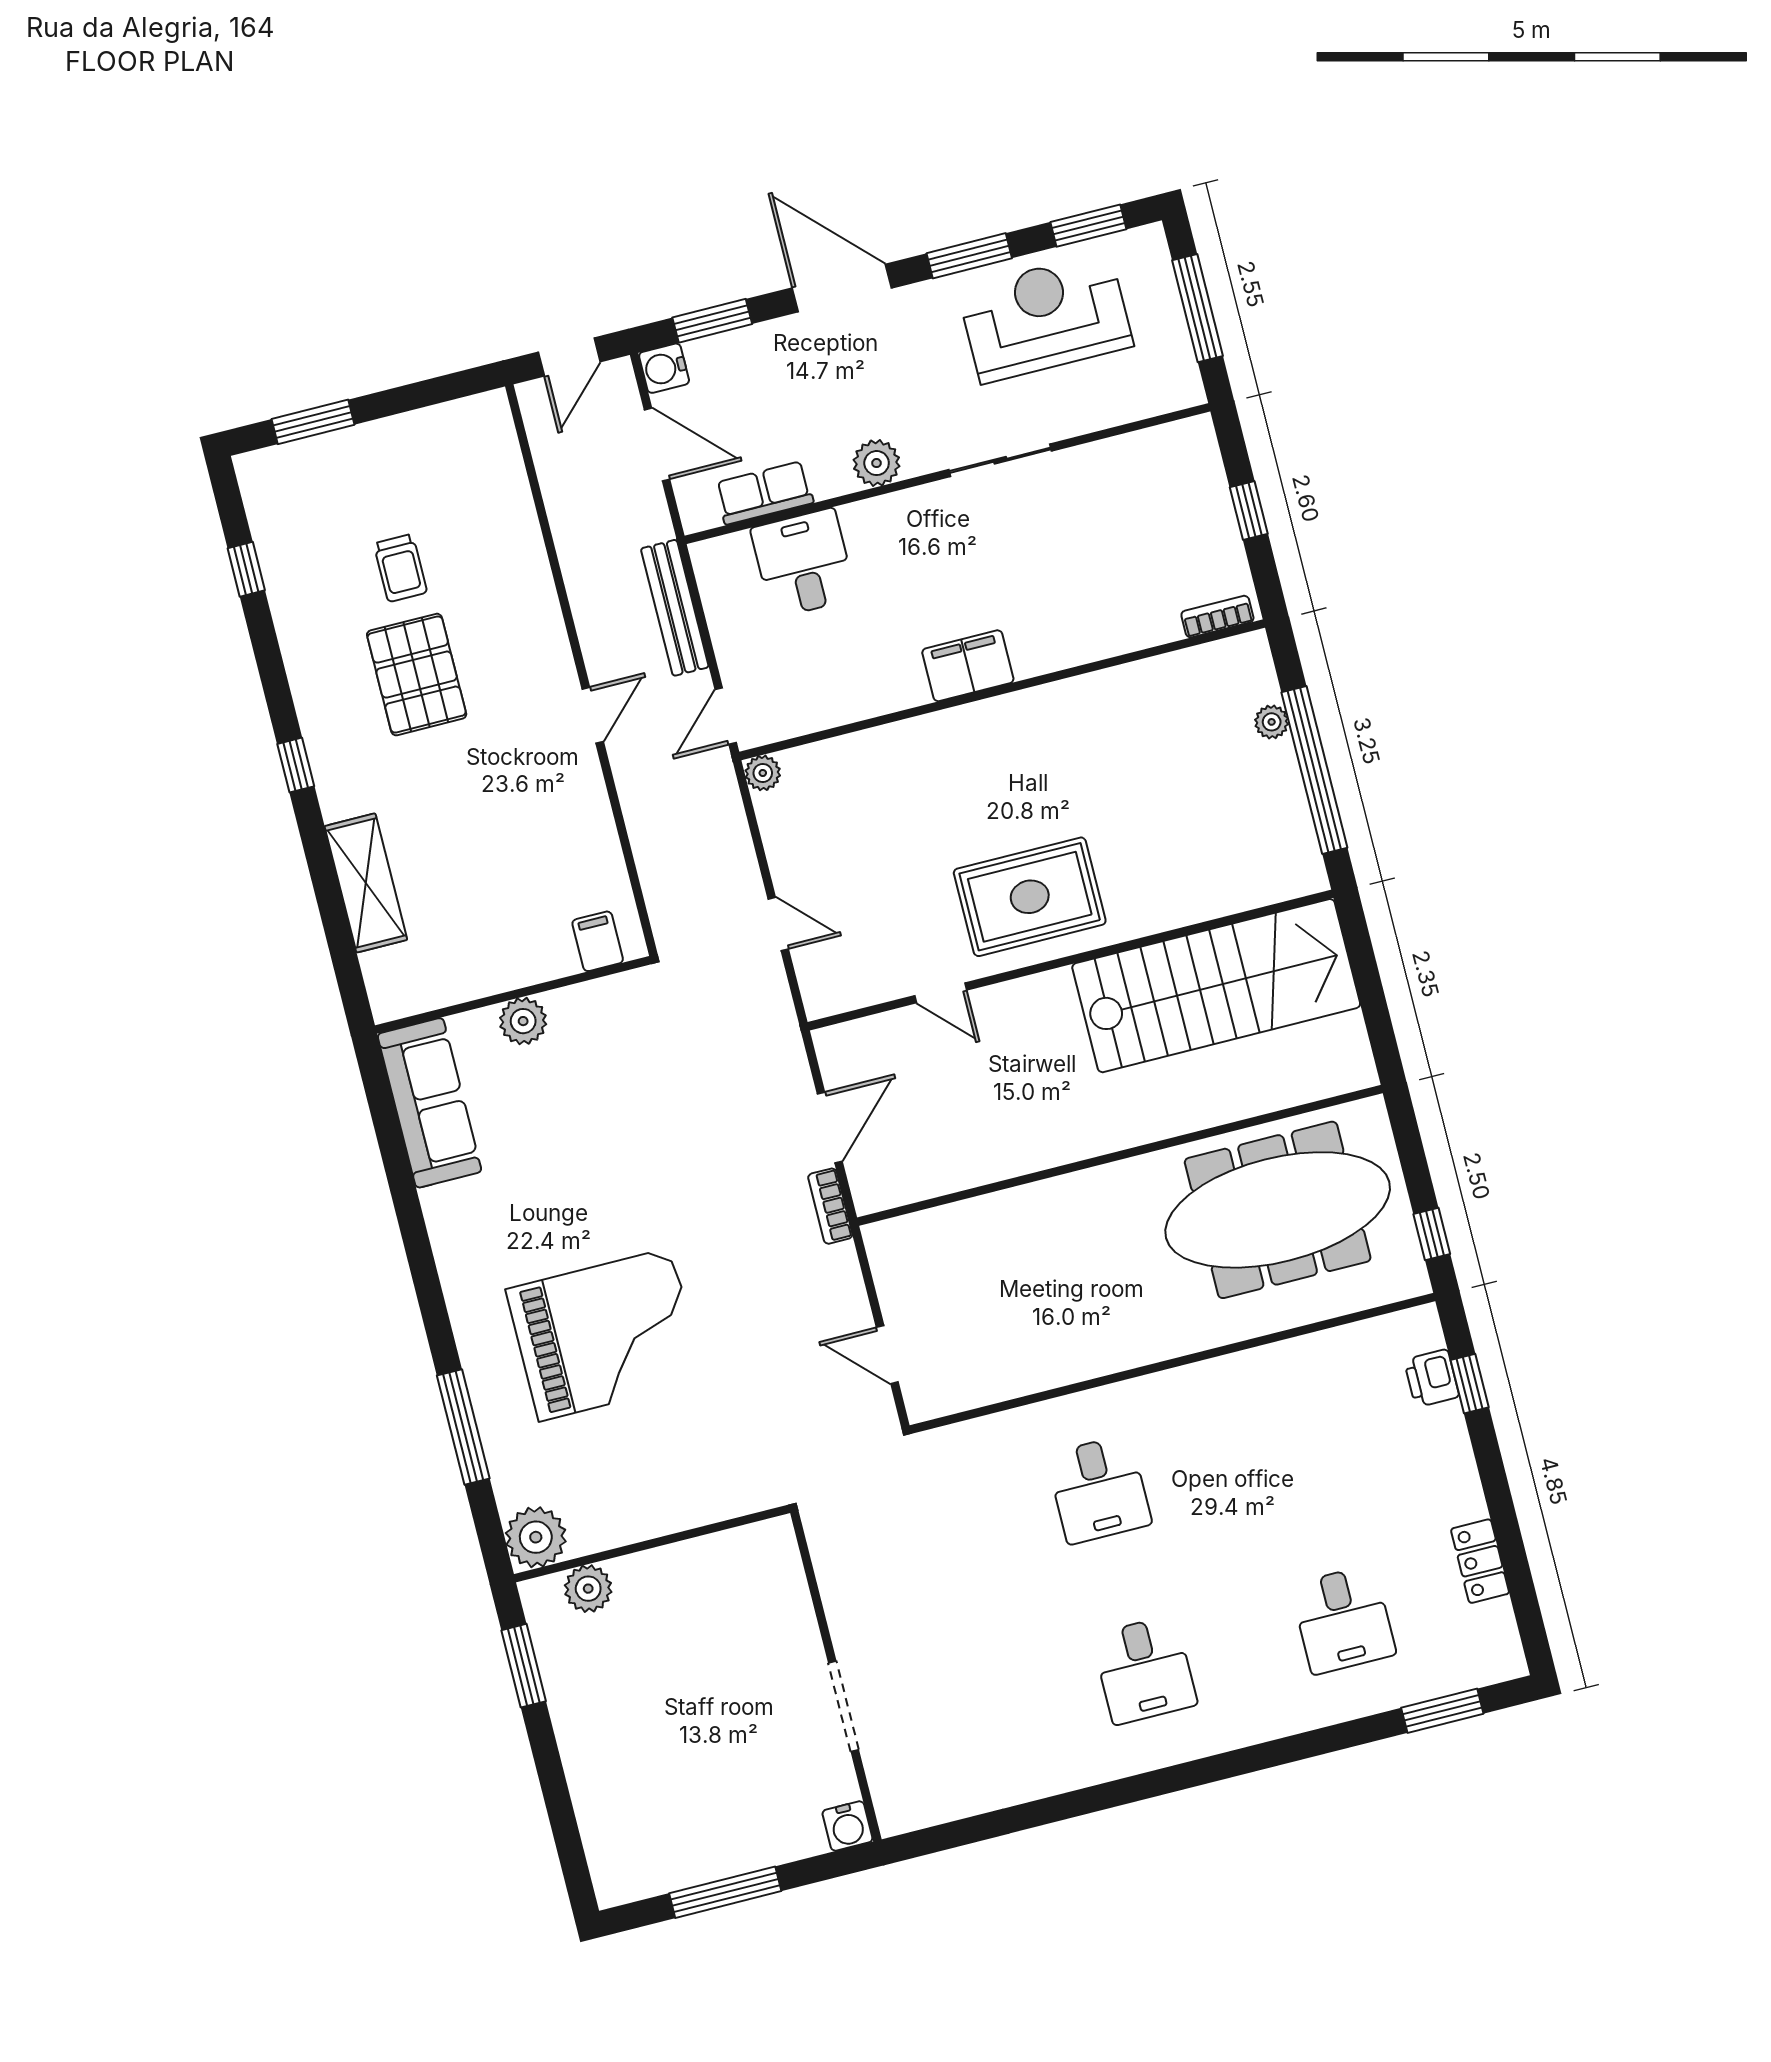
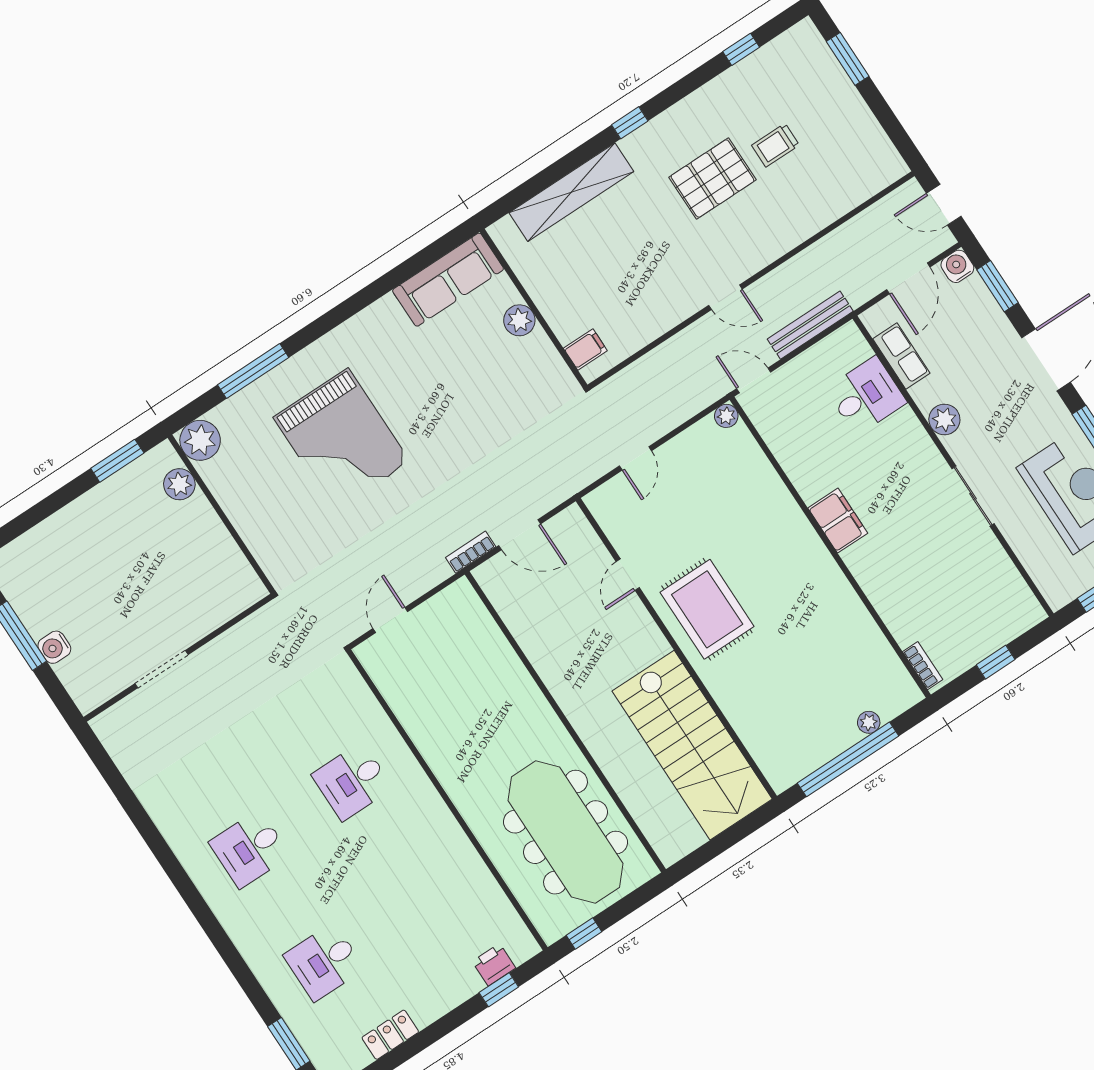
shelving: (366, 883) -> (571, 192), width x1.47
water cooler: (847, 1826) -> (54, 647), moved

